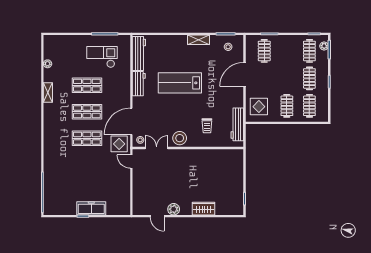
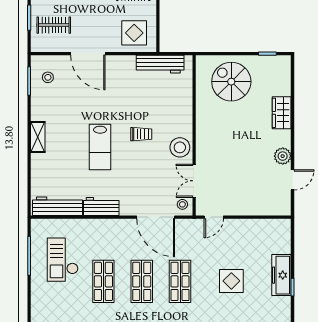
shelving: (198, 40) -> (38, 137), moved
lab bench: (180, 83) -> (100, 147), width x0.73, depth x0.72
trolley: (207, 126) -> (141, 134), moved
display table: (119, 144) -> (231, 281), moved
spiral stairs: (225, 174) -> (231, 82), added

